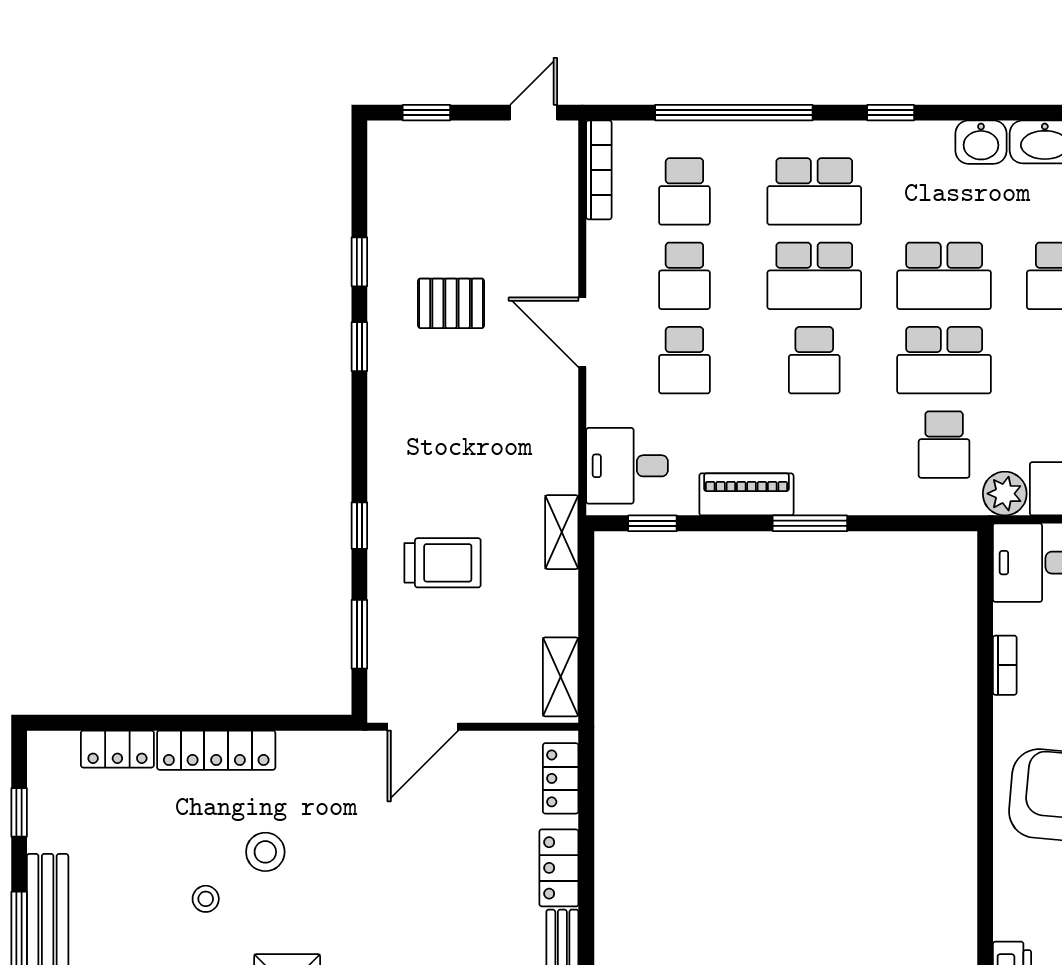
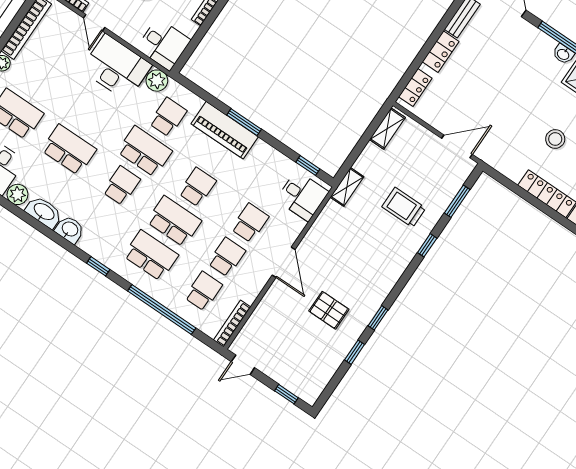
school desk: (944, 276) -> (121, 186), width x0.54
piano: (746, 494) -> (225, 130), moved, width x1.37, depth x1.33

